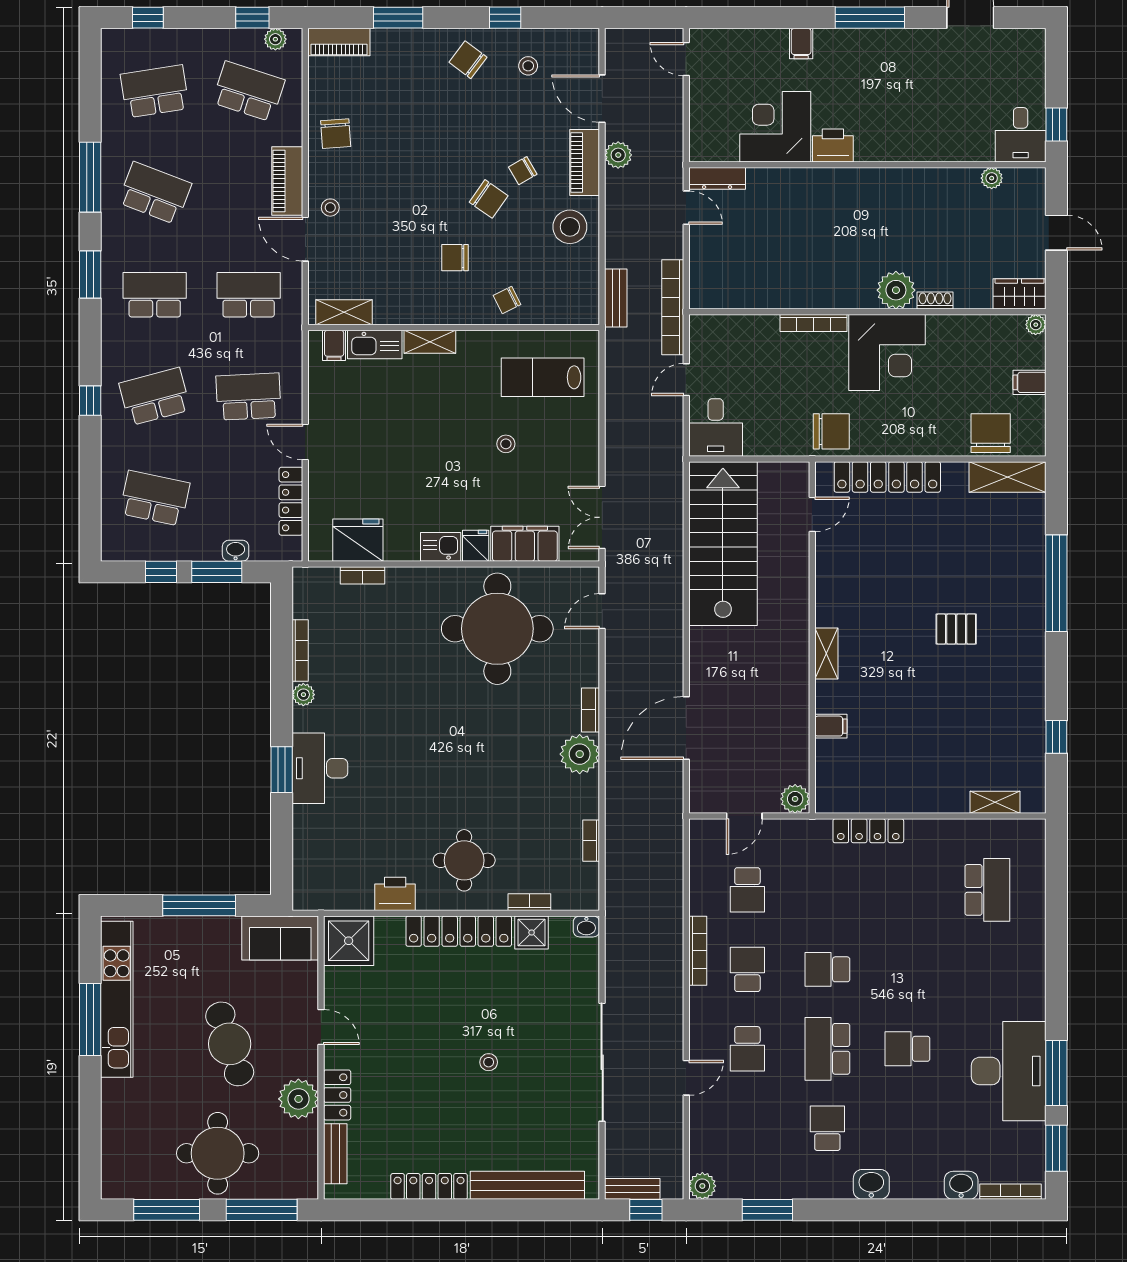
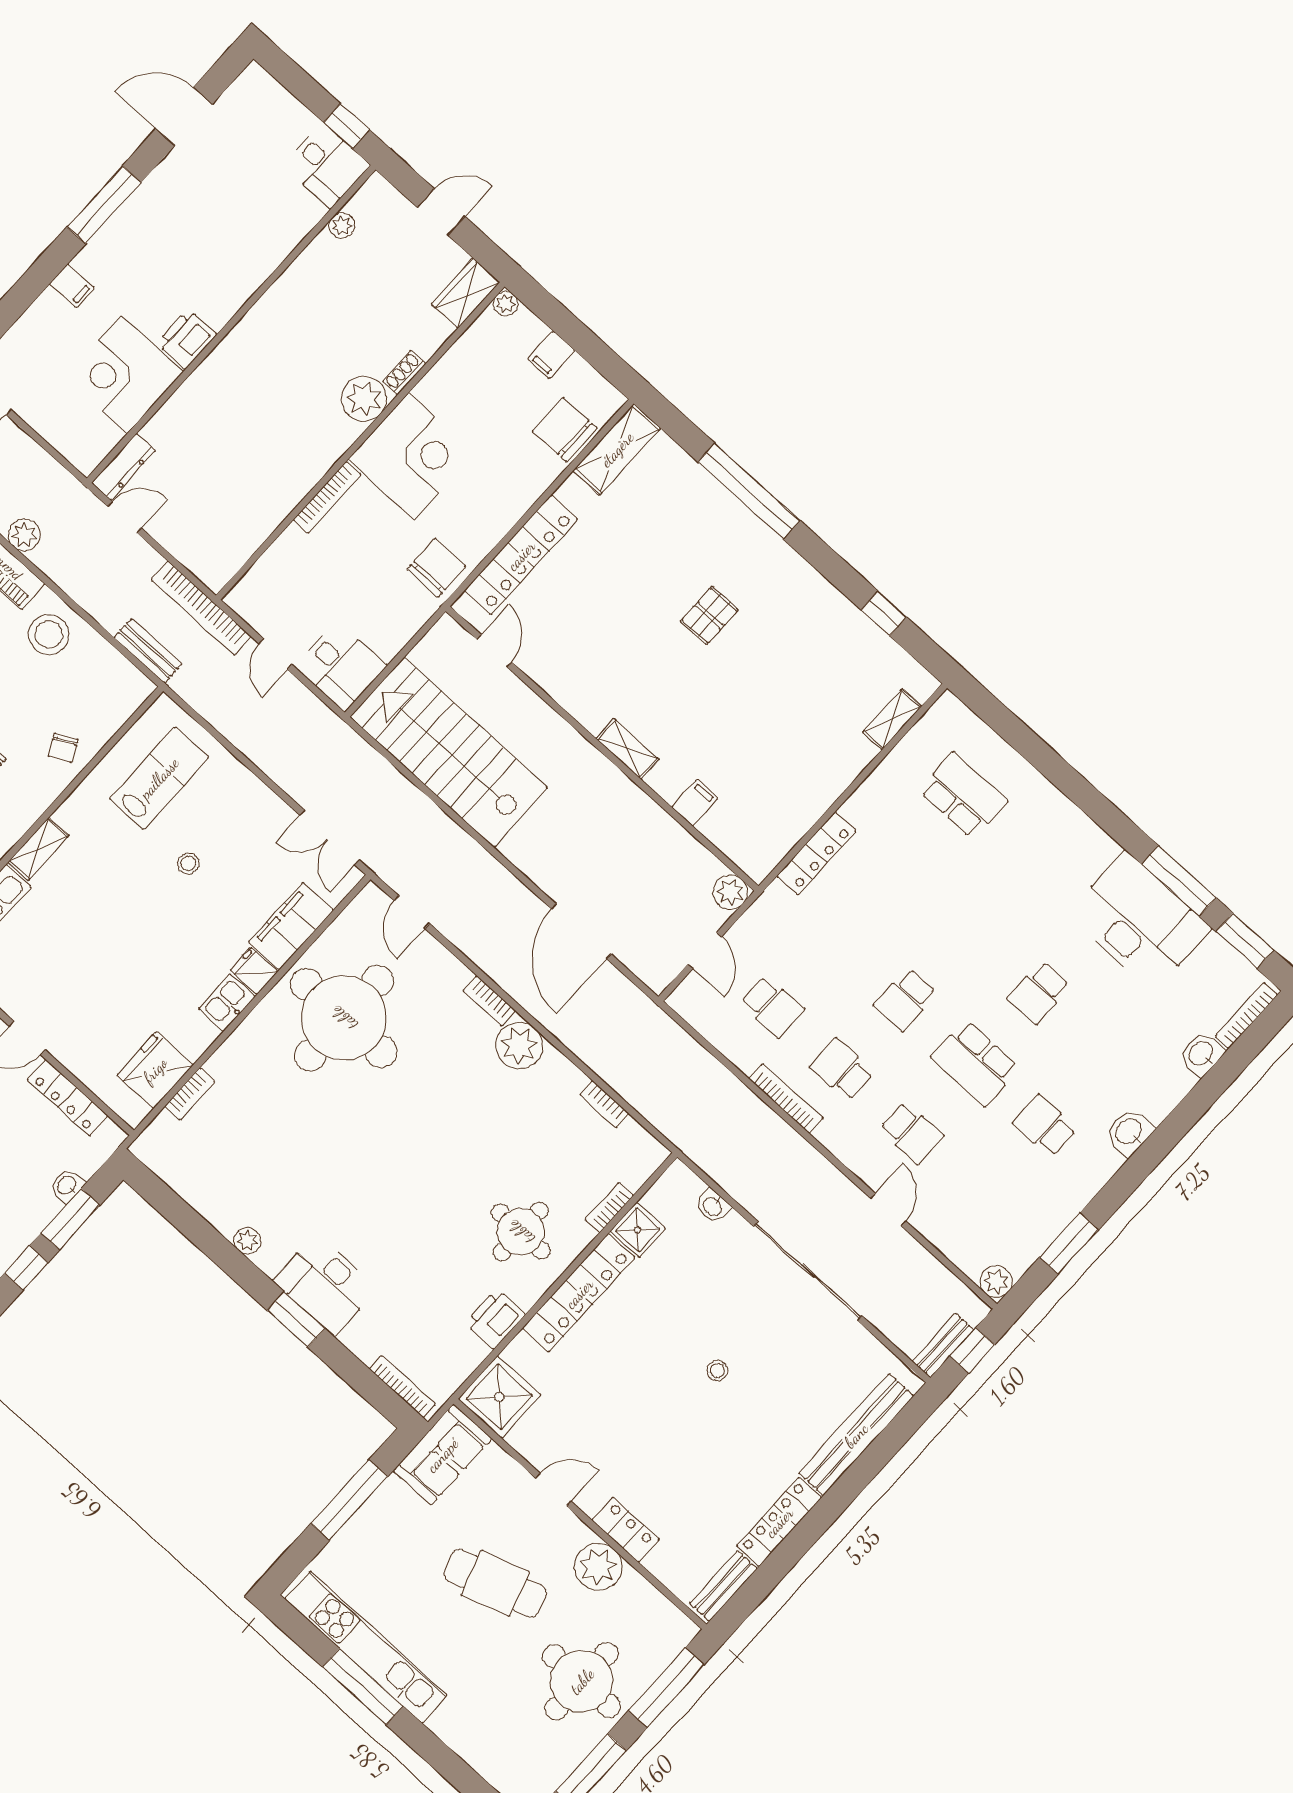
lab bench: (543, 377) -> (159, 778), turned 180
bookcase: (300, 650) -> (402, 1386), moved
washbasin: (586, 926) -> (713, 1206), moved, turned 90
bench: (335, 1154) -> (723, 1586), moved, turned 90

